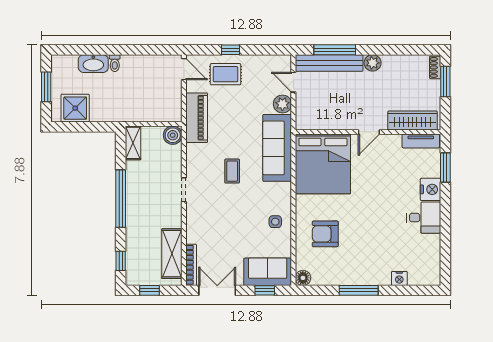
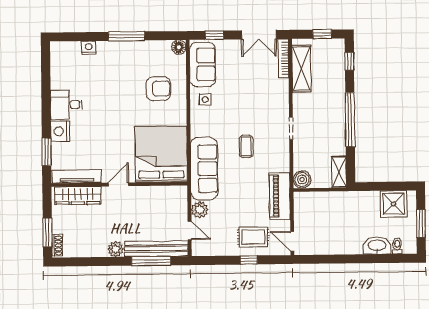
toilet: (115, 63) -> (397, 246), moved
tv unit: (421, 141) -> (77, 176), width x1.41
sofa: (268, 272) -> (203, 64), moved, turned -90

